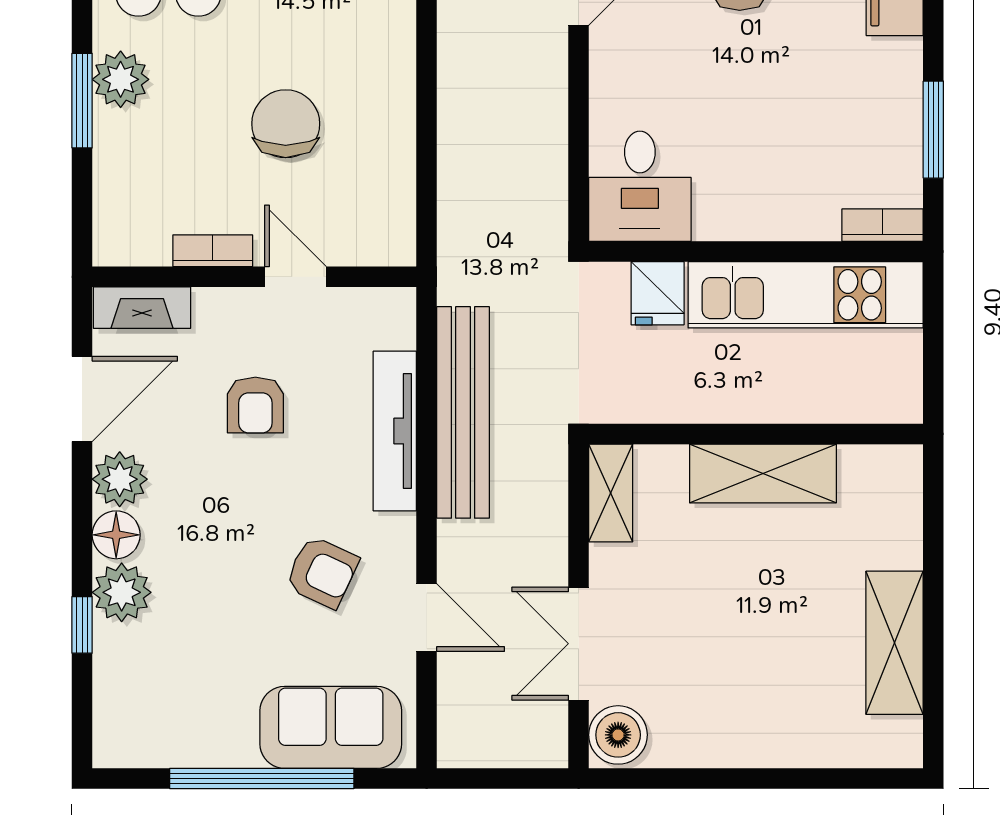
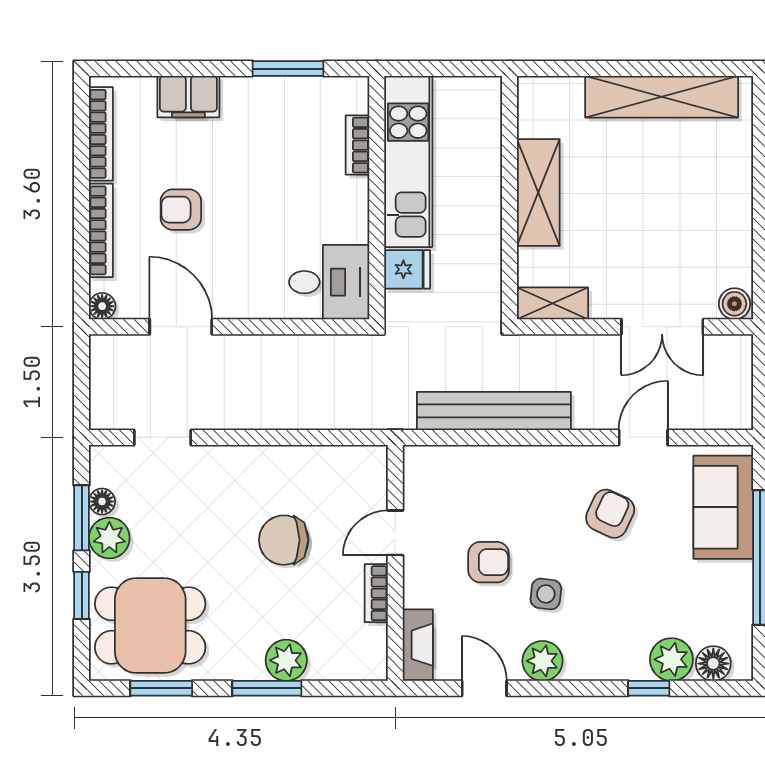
plant: (121, 79) -> (286, 660), moved
bookcase: (883, 225) -> (358, 145), moved
door: (82, 399) -> (484, 688), width x0.73
tv unit: (395, 431) -> (507, 461), removed
side table: (212, 484) -> (546, 594), added
floor lamp: (116, 535) -> (713, 664), moved
plant: (122, 592) -> (671, 659), moved
shelving: (895, 643) -> (662, 97), width x1.47
boiler: (618, 735) -> (734, 304), width x0.73, depth x0.73

